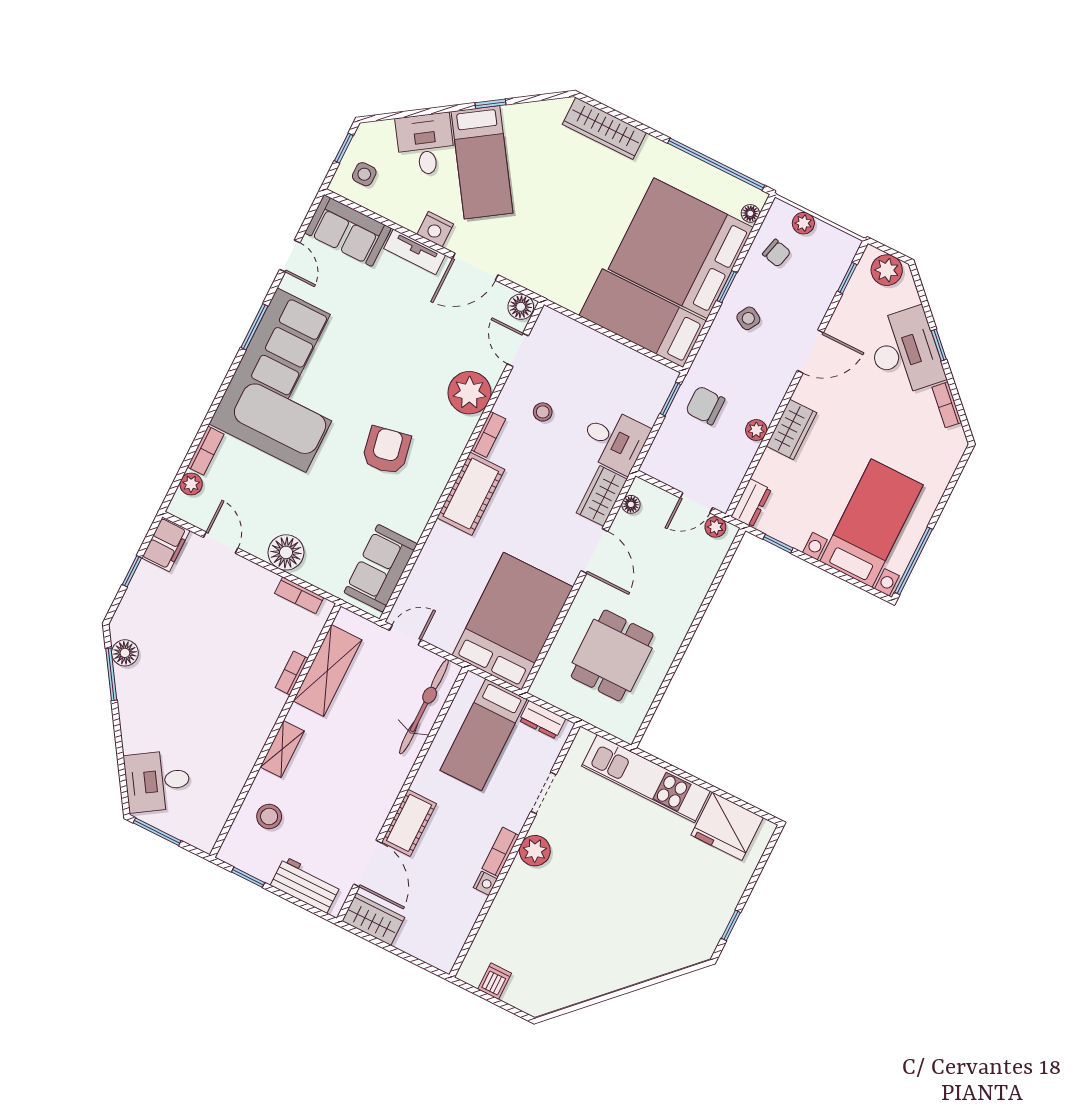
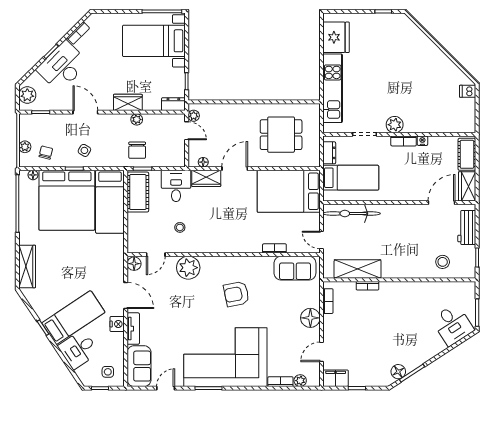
bookcase: (488, 434) -> (274, 248), moved
cot: (471, 494) -> (138, 192), moved, turned 90
shelving: (282, 749) -> (407, 272), removed
cot: (409, 823) -> (467, 154), moved, turned 90
dishwasher: (495, 981) -> (468, 91), moved

